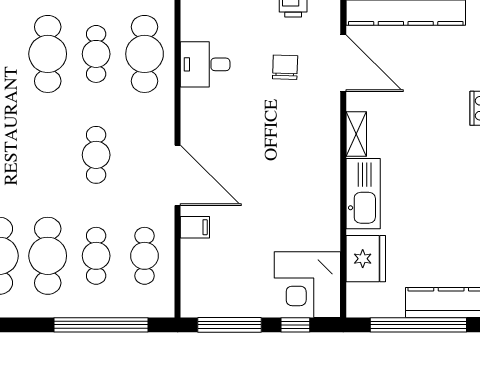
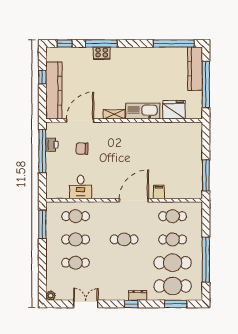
cafe table: (48, 54) -> (76, 263), width x0.73, depth x0.74
cafe table: (145, 54) -> (76, 216), width x0.73, depth x0.74
corner desk: (307, 285) -> (186, 138), removed
window: (101, 325) -> (206, 260), moved
window: (295, 325) -> (206, 144), removed

